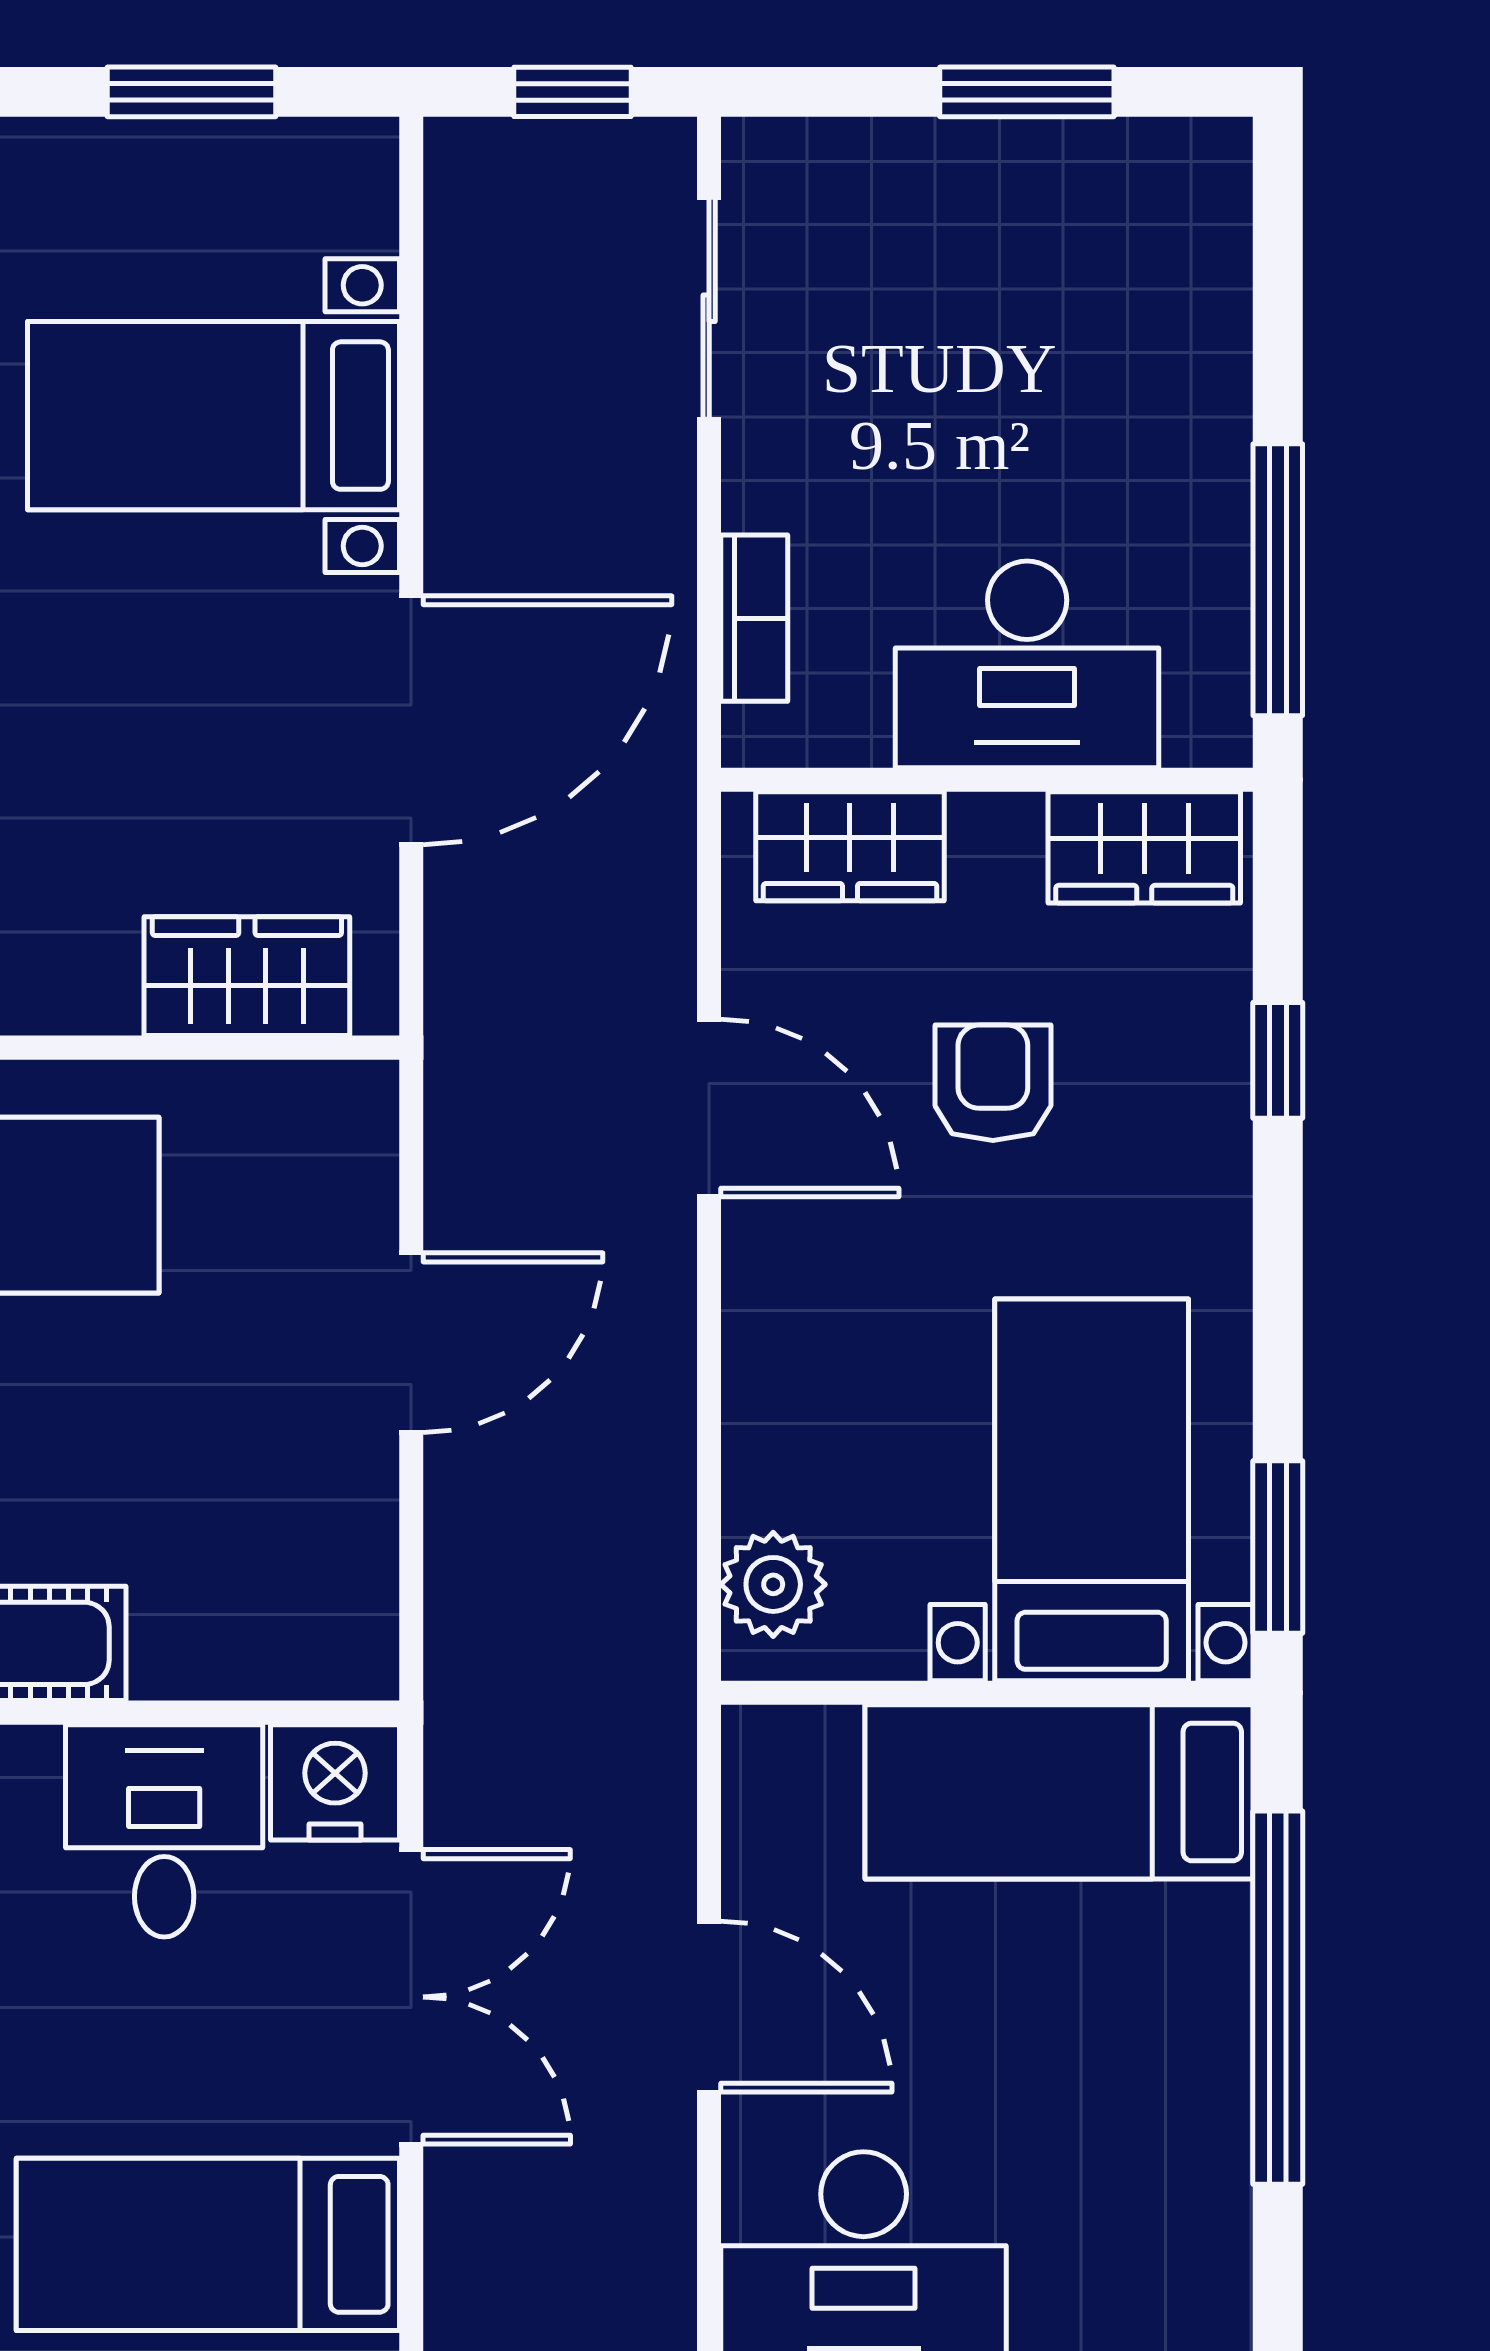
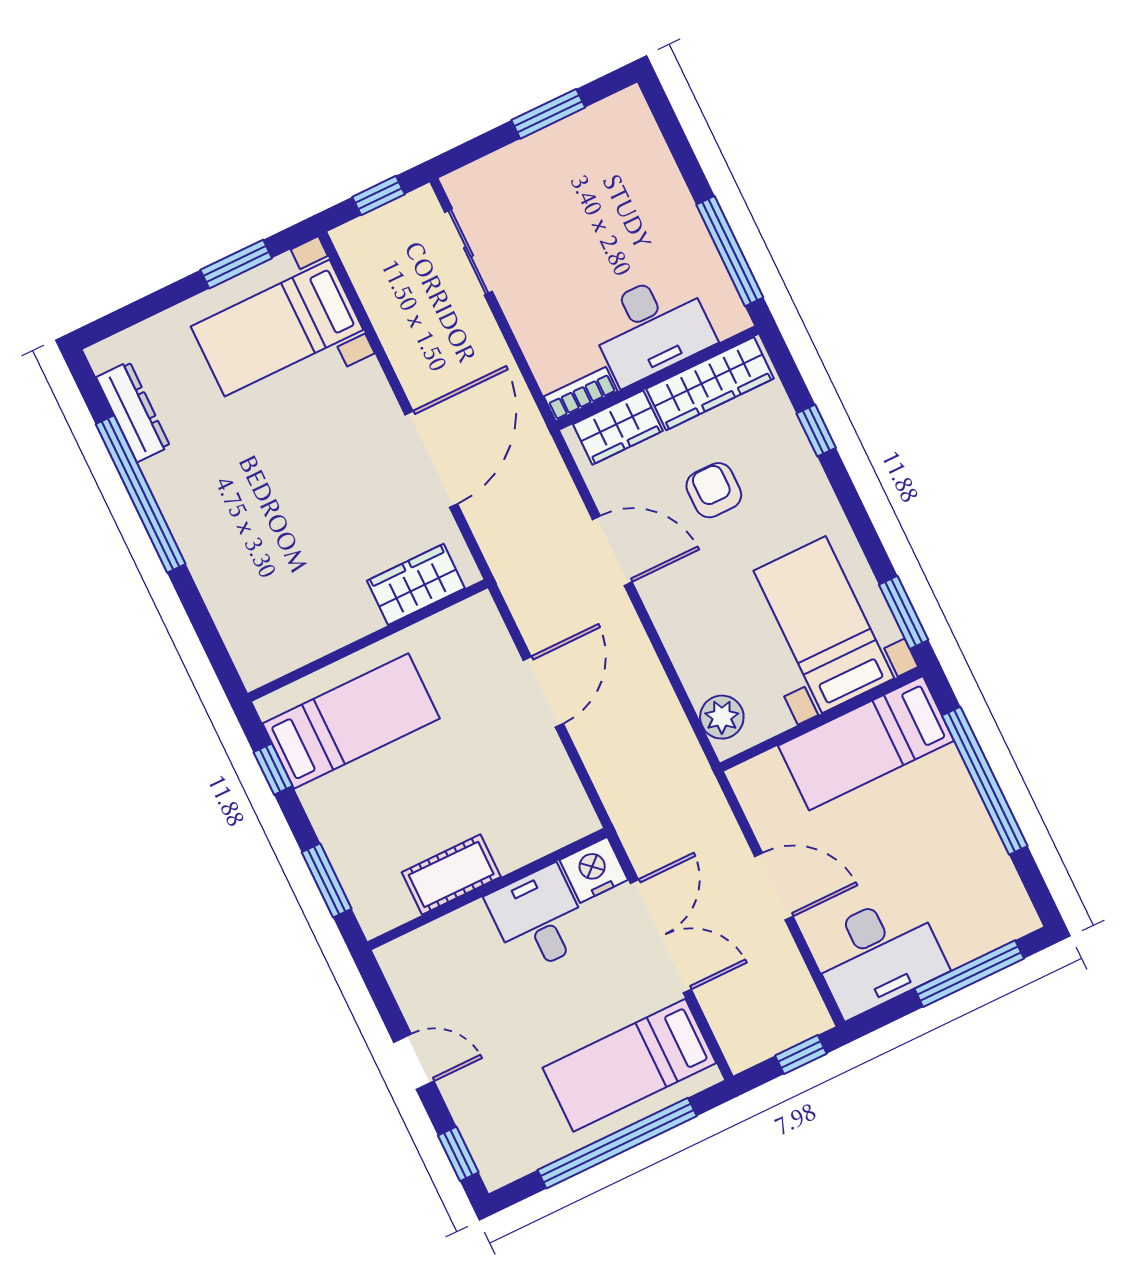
bed with nightstands: (214, 416) -> (277, 328), moved
bookcase: (754, 618) -> (581, 394), moved, turned -90
wardrobe: (1144, 847) -> (710, 384), width x1.50

